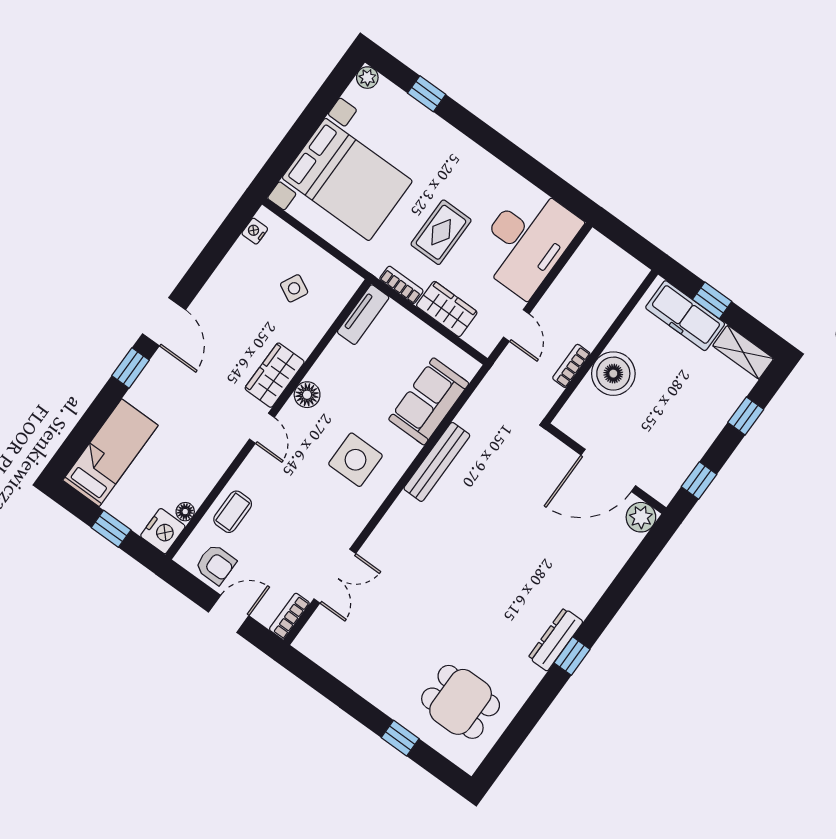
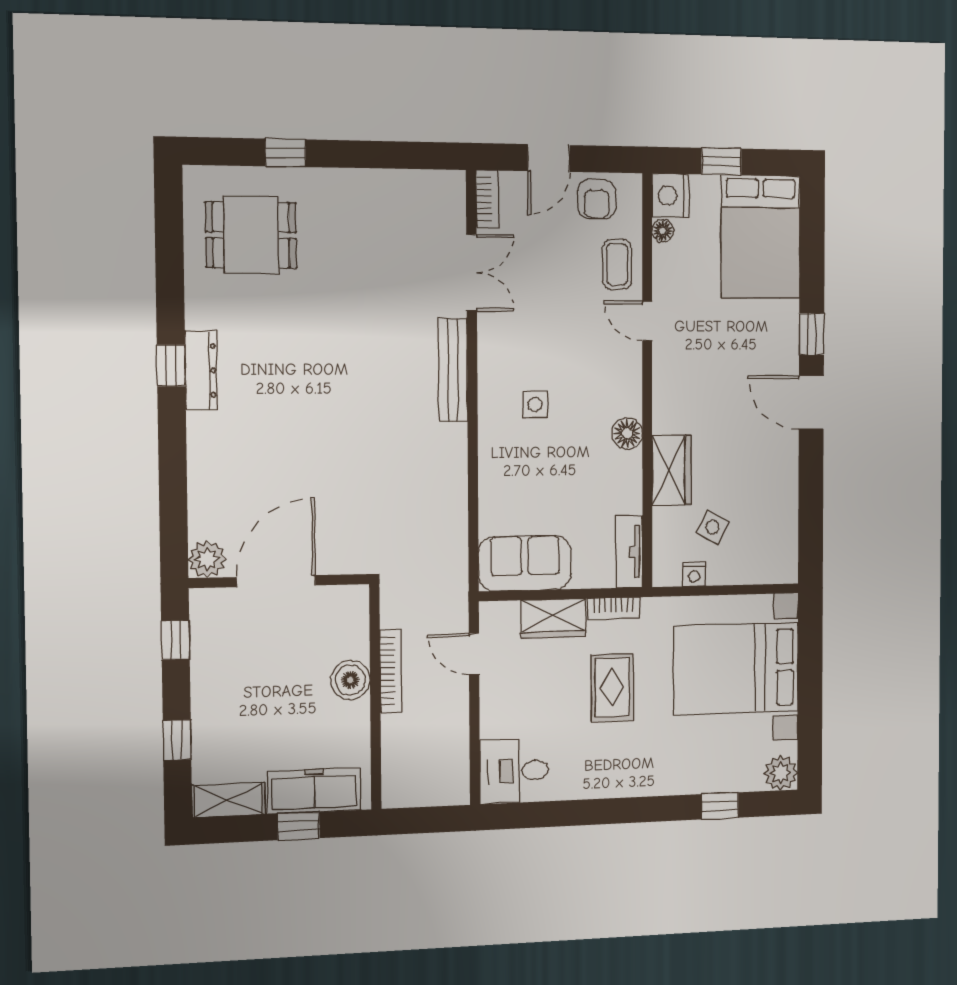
plant: (367, 78) -> (781, 773), width x1.38, depth x1.38
nightstand: (255, 231) -> (694, 575), moved, turned 90
desk: (527, 241) -> (514, 771), width x0.53, depth x0.77
bookcase: (571, 366) -> (391, 671), width x1.56
boiler: (613, 374) -> (350, 680), width x0.73, depth x0.73
wardrobe: (275, 375) -> (672, 470), moved
sofa: (429, 401) -> (525, 563), moved, turned -90
door: (262, 428) -> (647, 321), moved
bed: (110, 453) -> (761, 237), width x1.50
side table: (355, 460) -> (535, 405), width x0.54, depth x0.54
bench: (437, 462) -> (453, 370), moved
armchair: (216, 564) -> (597, 199), turned -90
double door: (335, 576) -> (472, 273), swing flipped

